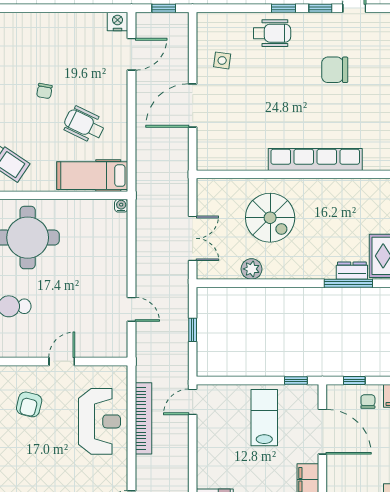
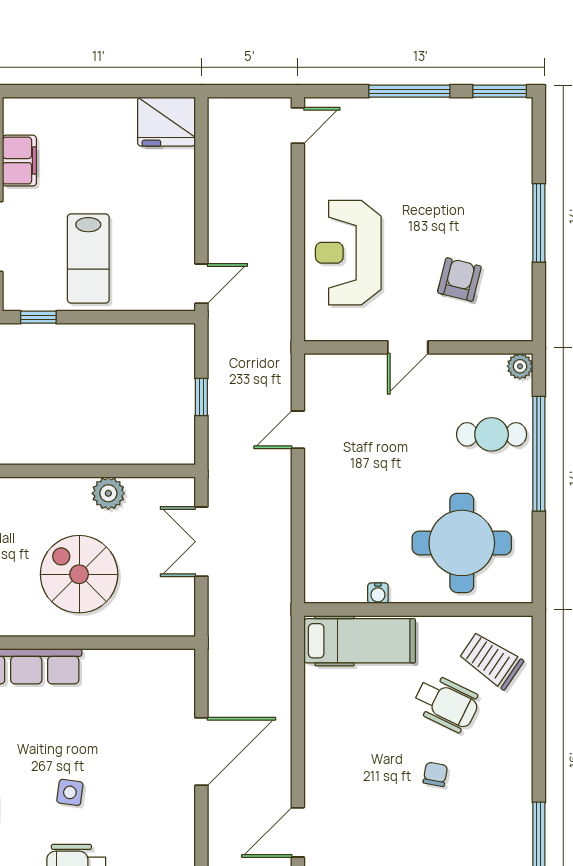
side table: (222, 60) -> (70, 792), moved
wheelchair: (84, 125) -> (446, 703), moved
water cooler: (121, 206) -> (378, 593), moved
door: (132, 309) -> (298, 430), hinge flipped
bookcase: (143, 418) -> (279, 257), removed

